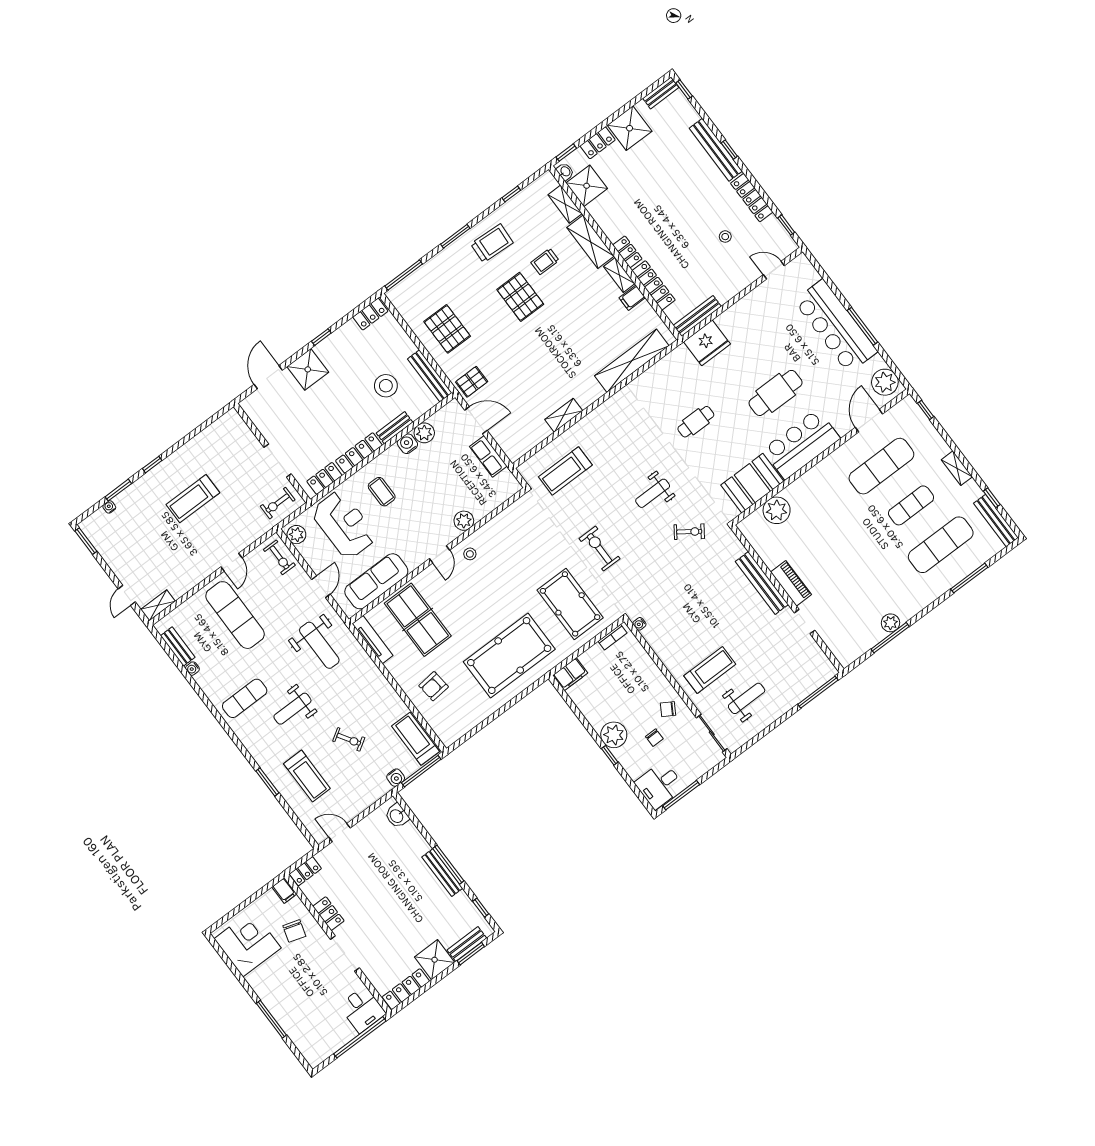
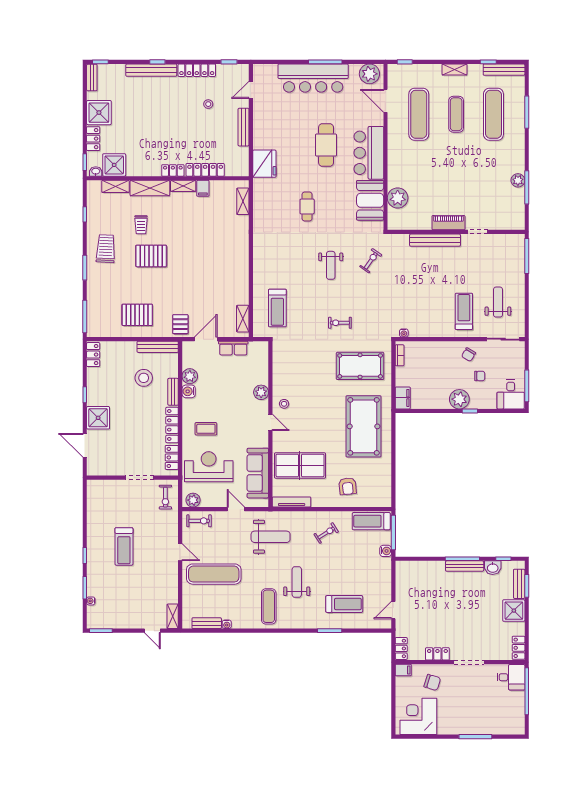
bench: (697, 316) -> (244, 127), moved
shelving: (632, 361) -> (243, 201), width x0.45, depth x0.75
shelving: (564, 415) -> (243, 319), moved
exercise bike: (600, 549) -> (340, 323), width x0.73, depth x0.72
weight bench: (292, 709) -> (297, 582), turned 180
exercise bike: (349, 739) -> (326, 533), moved
washbasin: (397, 816) -> (493, 568), moved
locker: (406, 989) -> (519, 648), width x0.66

